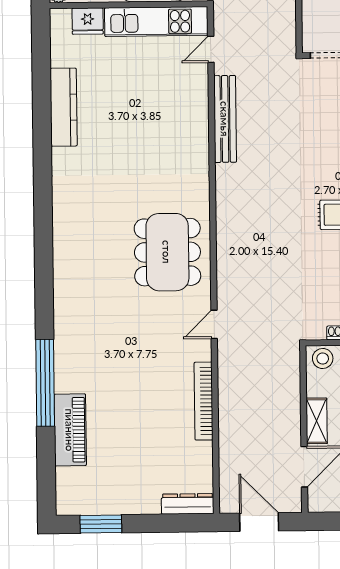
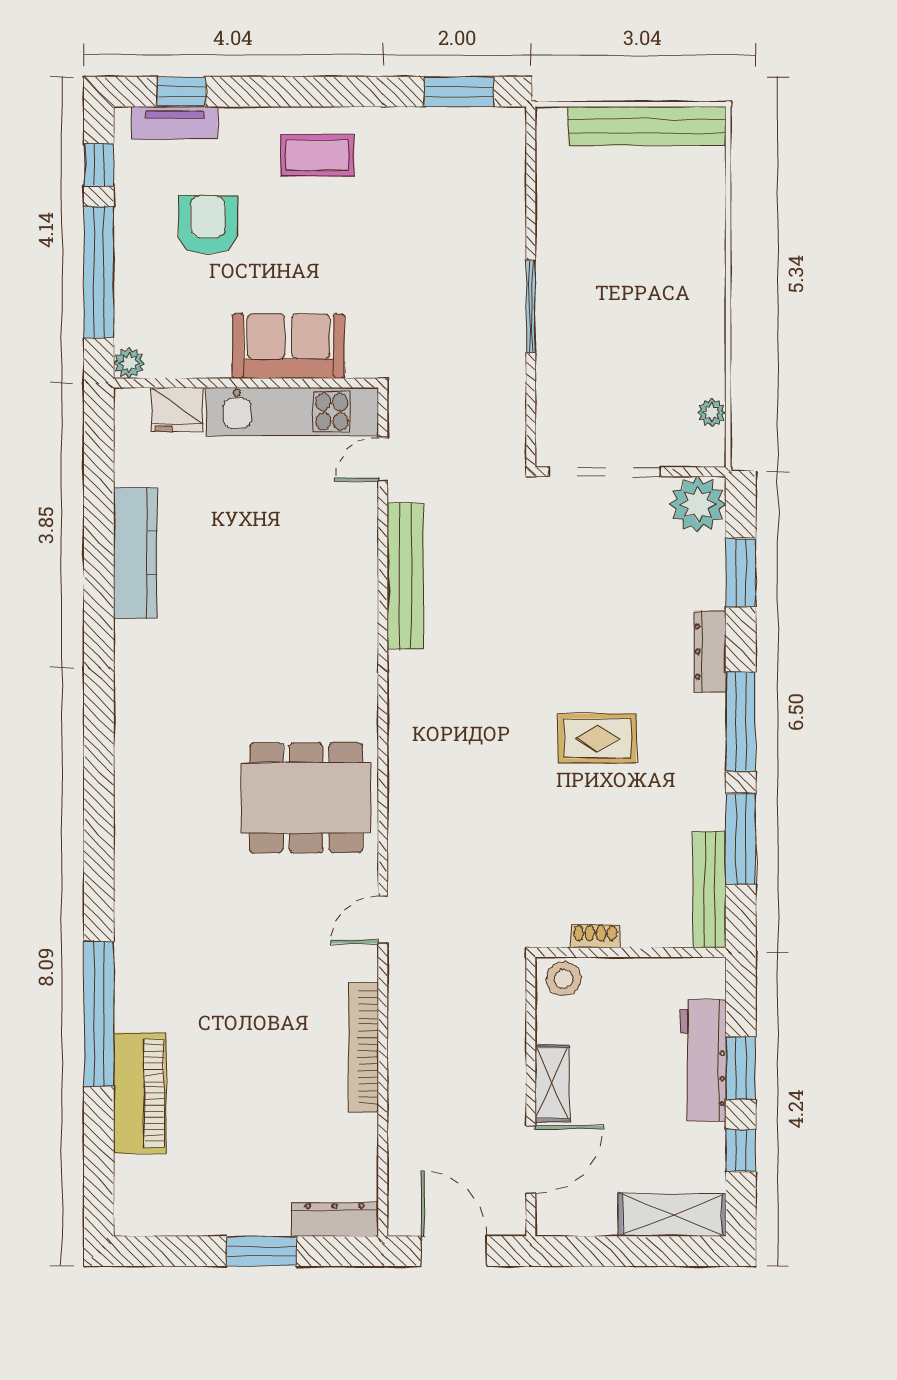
dining table: (167, 252) -> (306, 798), turned 90
window: (101, 524) -> (261, 1251), moved

